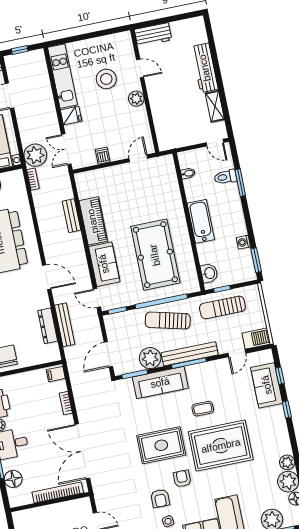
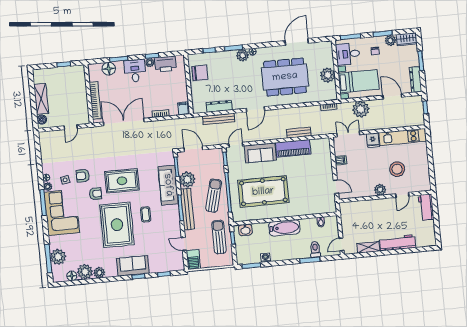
plant: (35, 155) -> (361, 109), moved
sofa: (267, 385) -> (133, 266), moved
rug: (161, 445) -> (122, 181), turned 90

